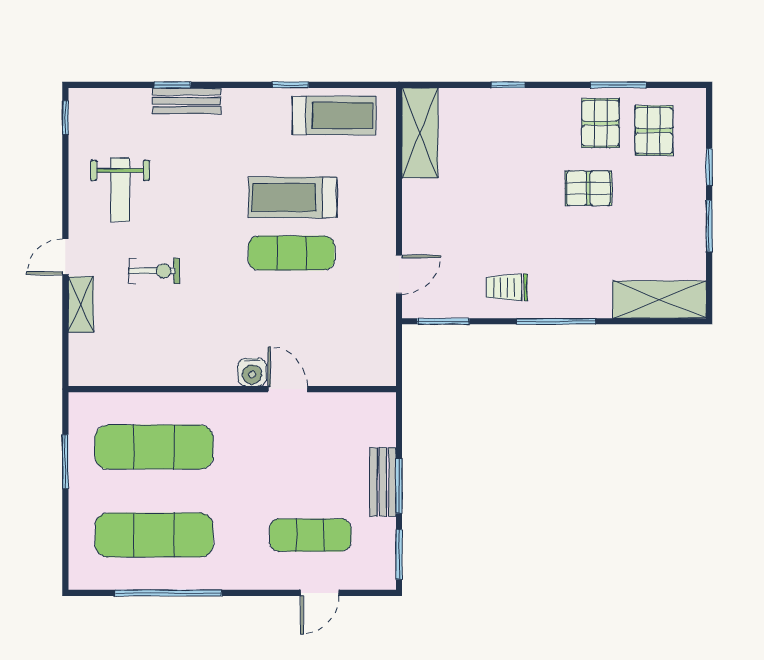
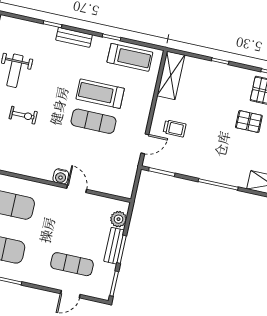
bench: (187, 101) -> (74, 37), moved
trolley: (507, 287) -> (175, 128), moved, turned 180
plant: (380, 430) -> (118, 219), added

